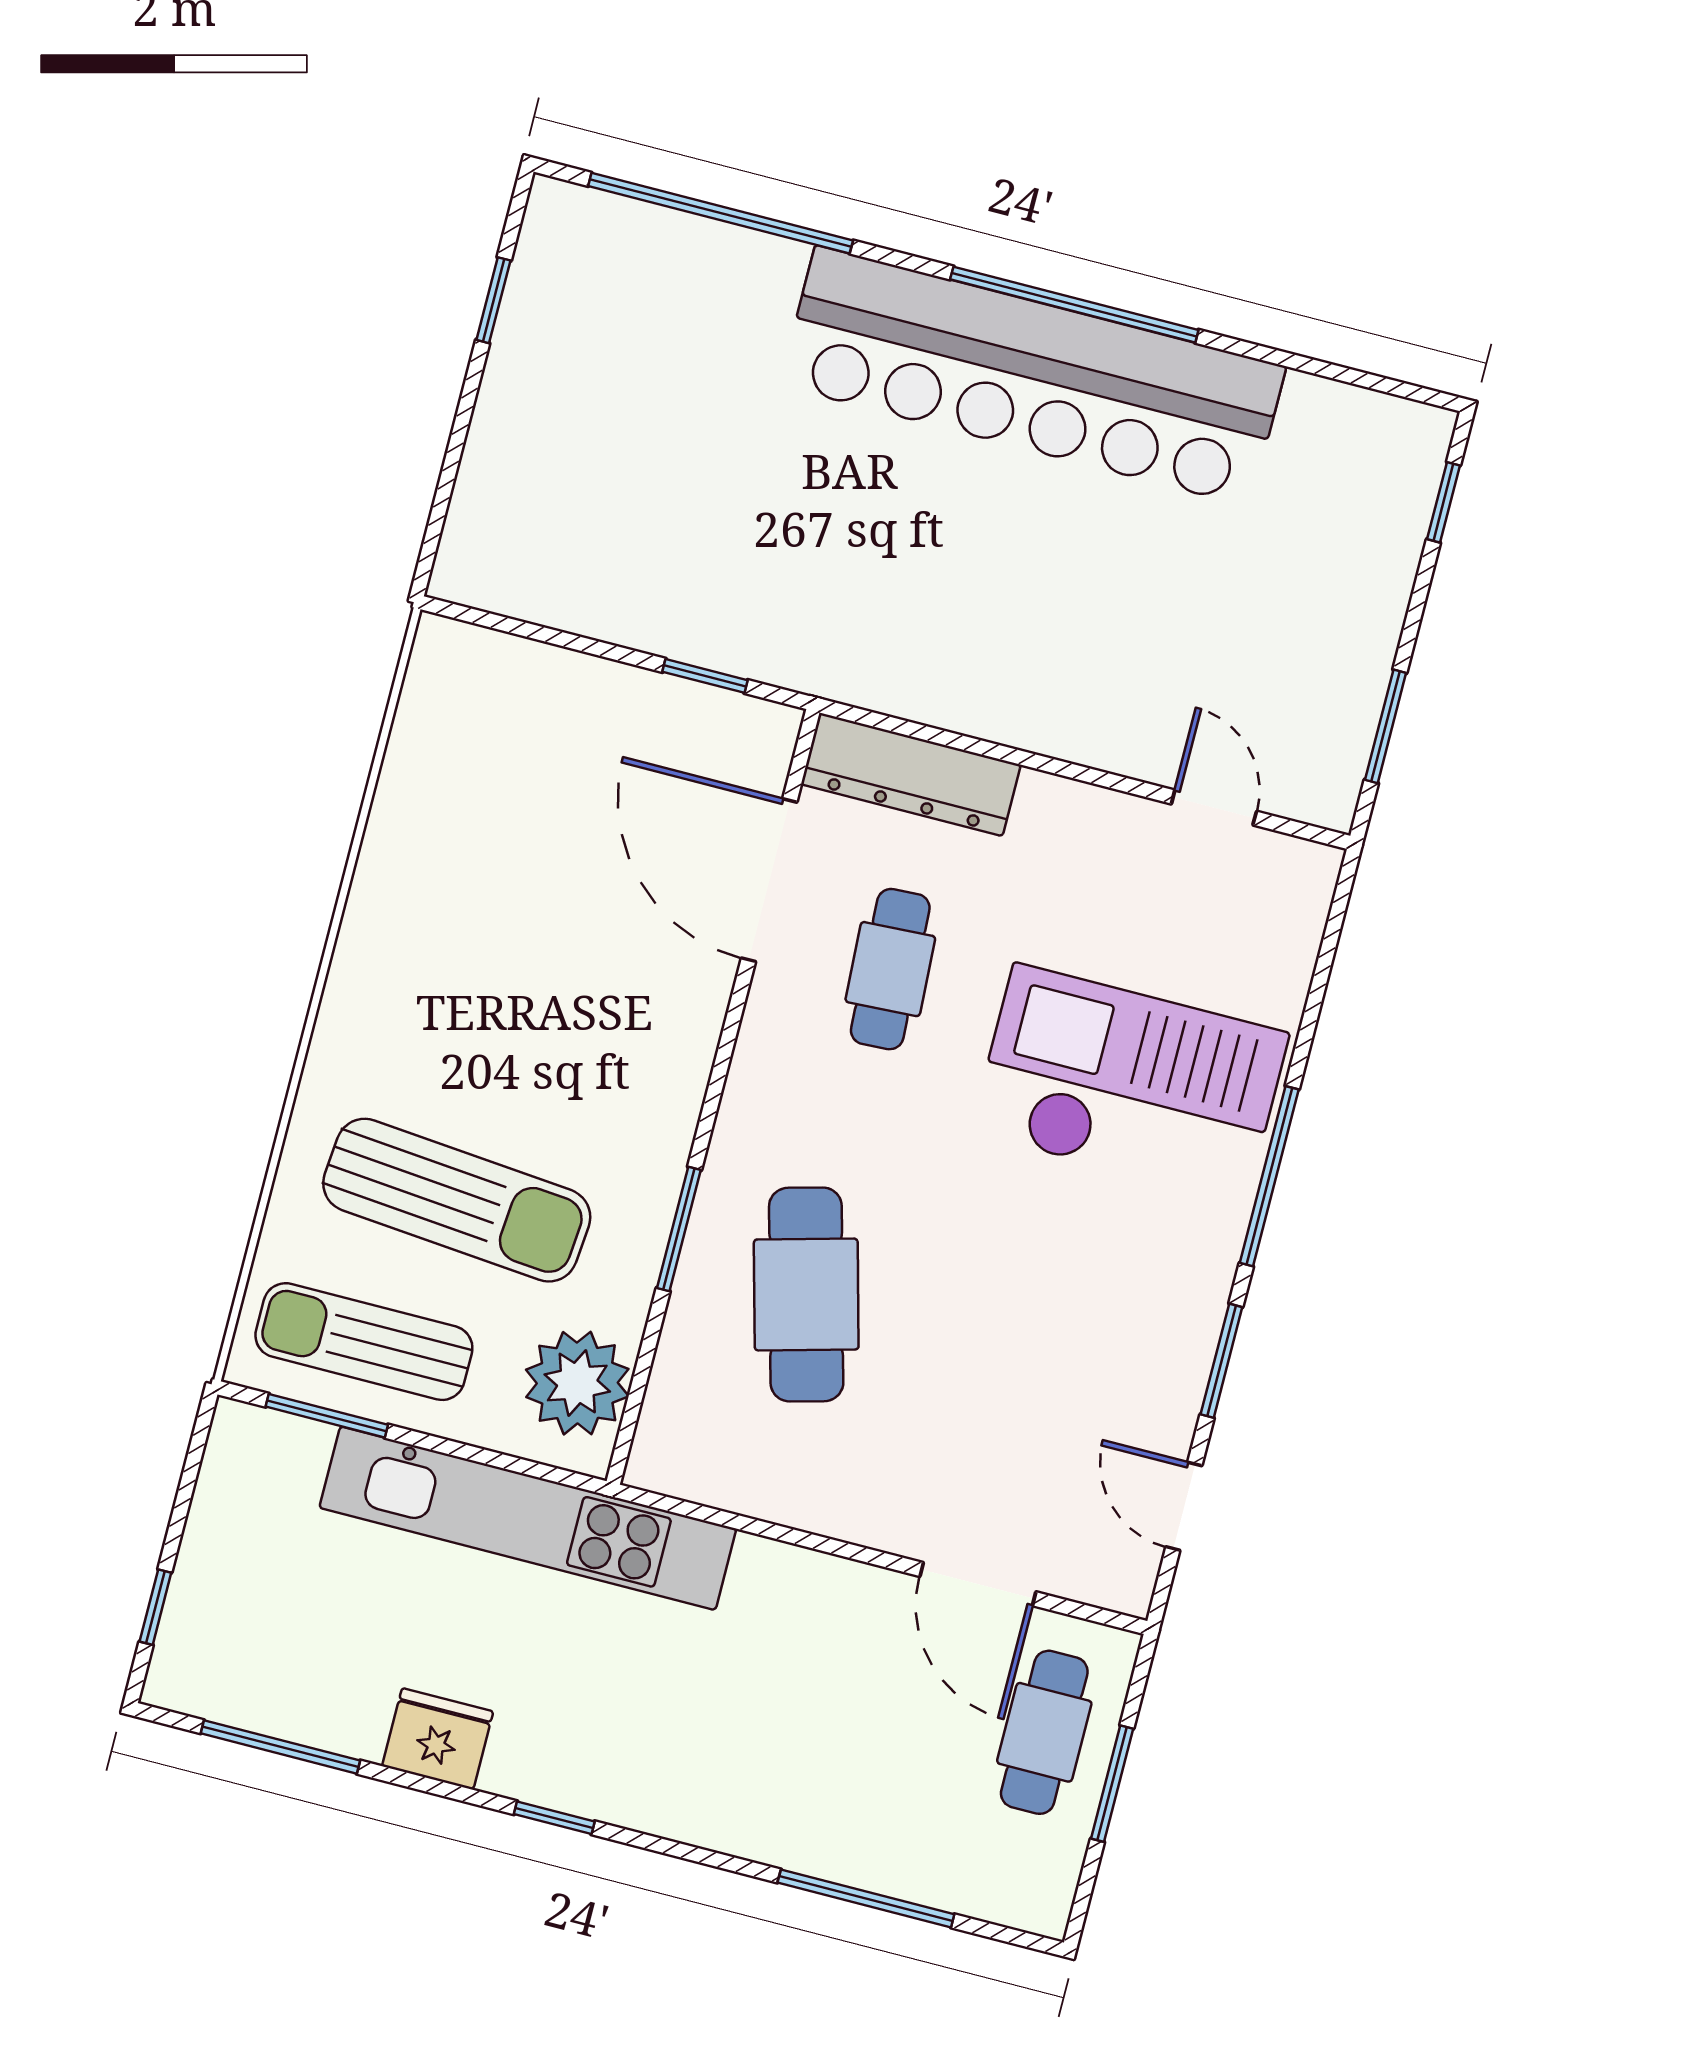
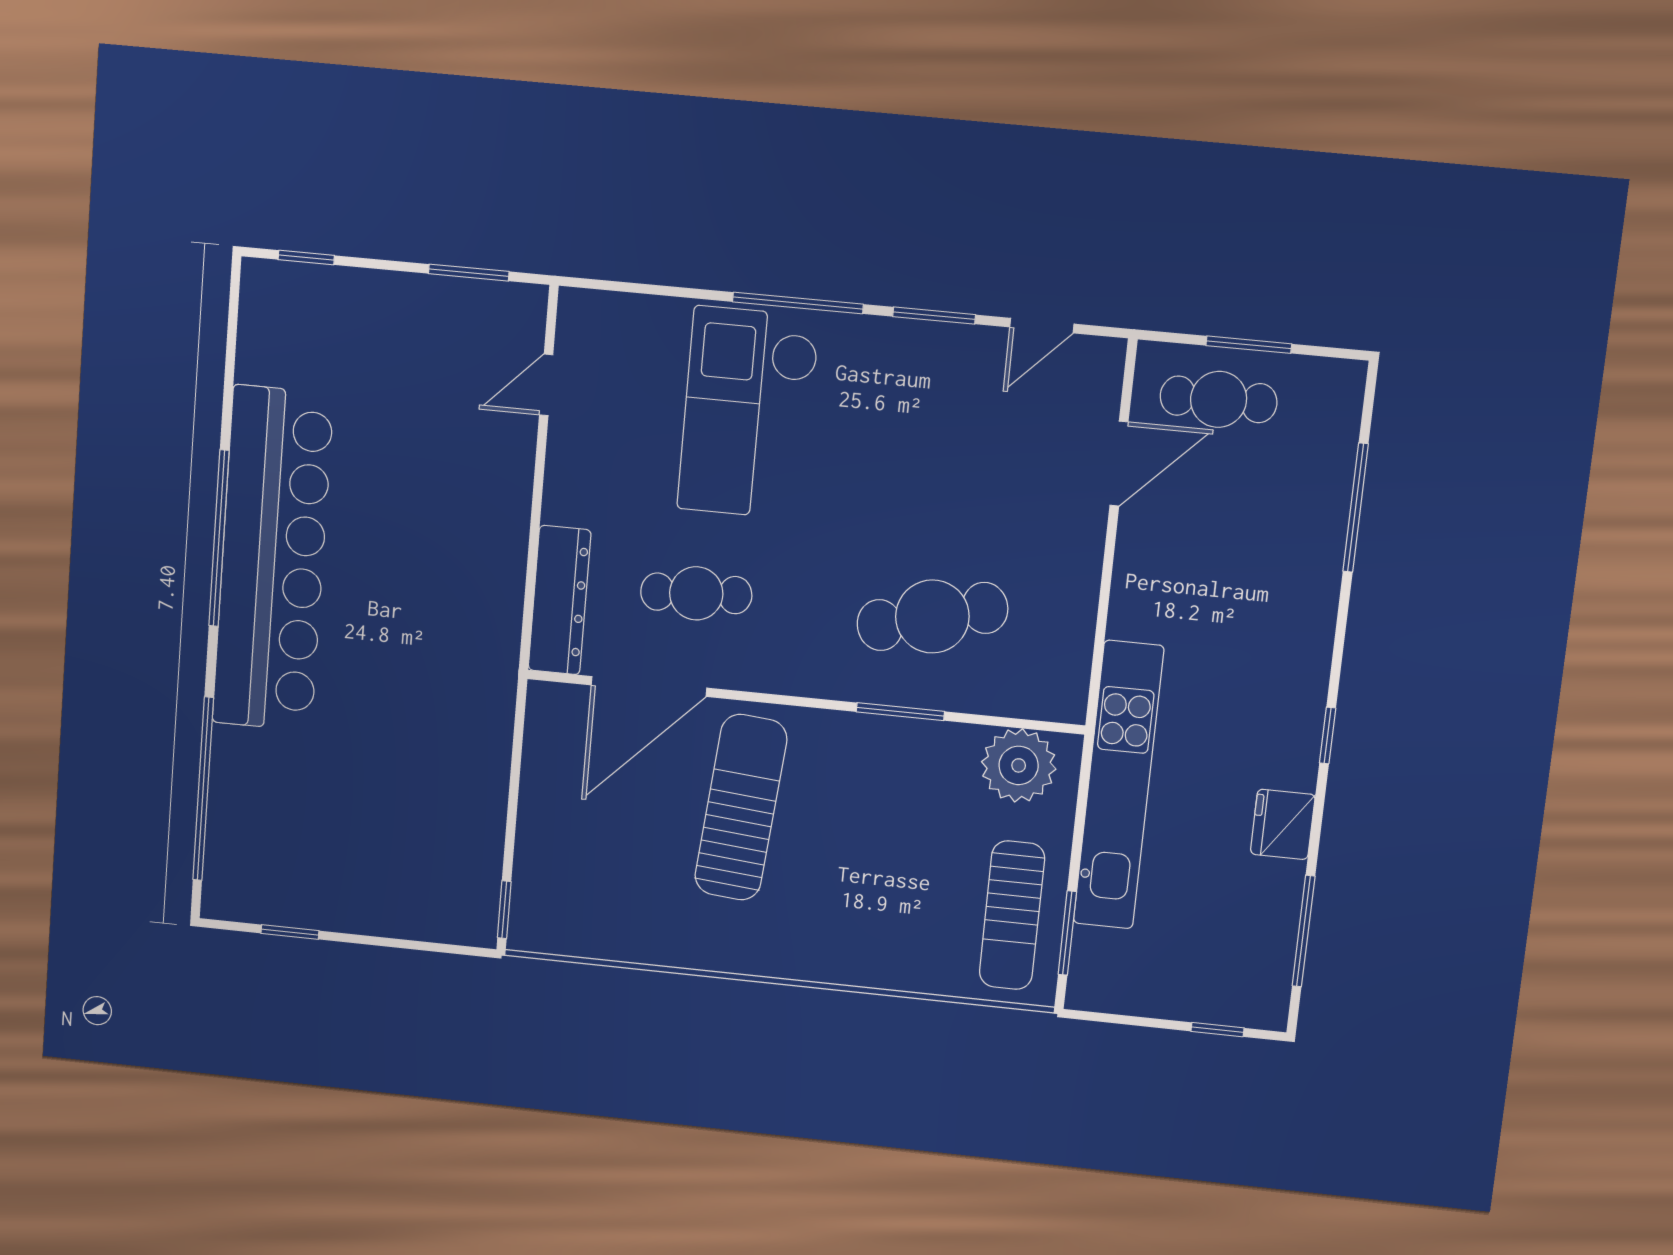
window: (705, 676) -> (504, 910), moved
sun lounger: (457, 1200) -> (741, 807), moved

